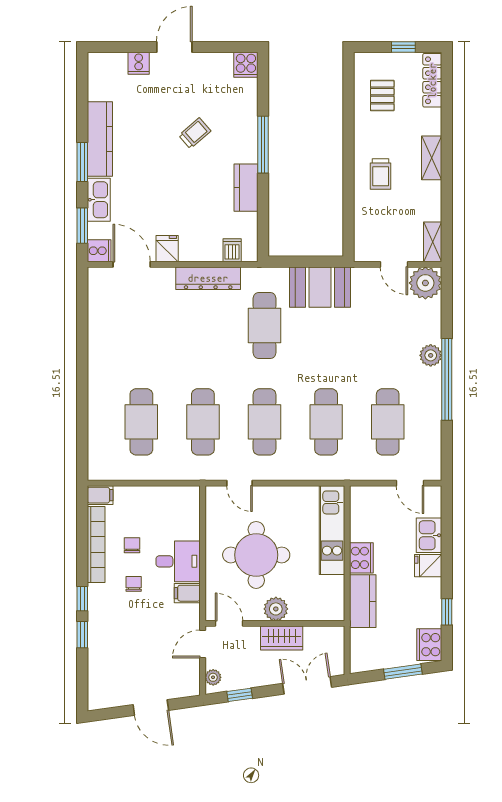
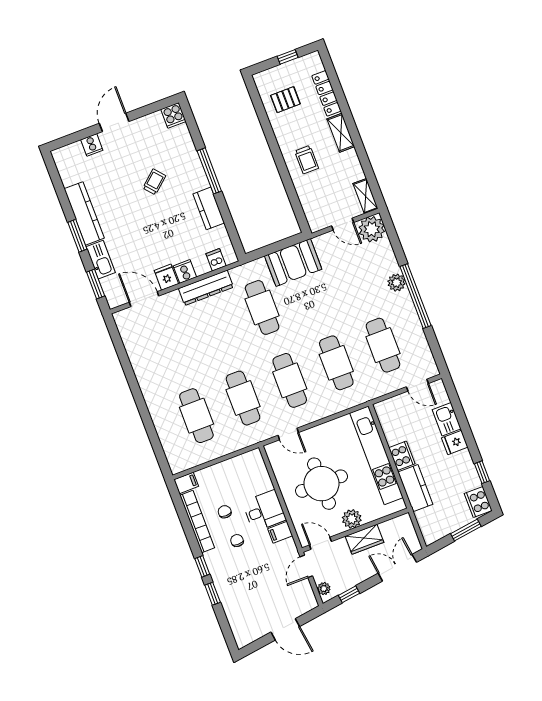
locker: (432, 80) -> (326, 93), moved
pallet: (382, 96) -> (285, 100), turned 90
cooker: (99, 251) -> (185, 271), moved, turned -90
kitchen unit: (332, 530) -> (376, 455), width x1.36

